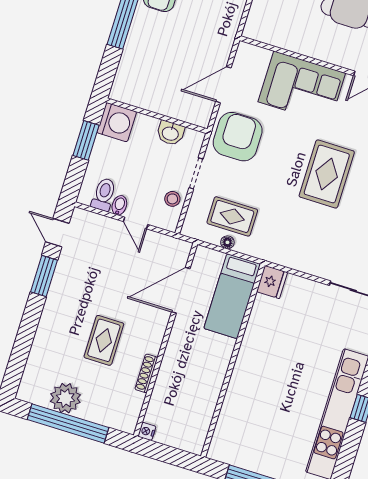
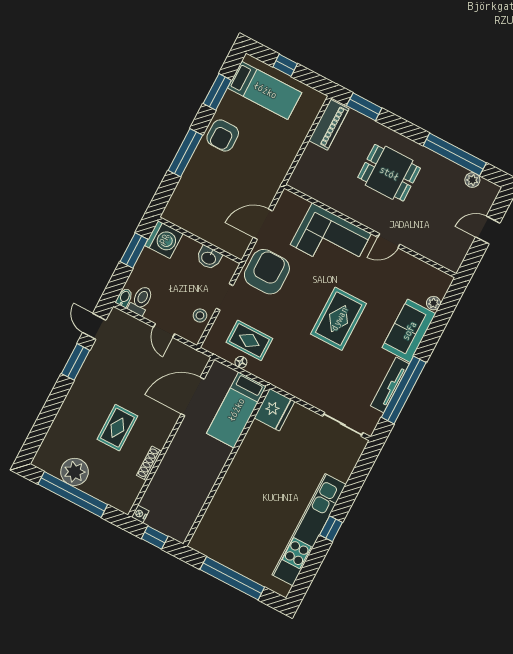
bidet: (119, 205) -> (124, 298), moved
fridge: (272, 282) -> (274, 410), width x1.36, depth x1.34
window: (168, 454) -> (155, 537), added

